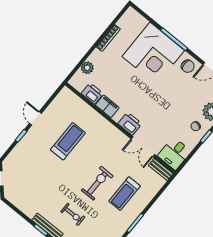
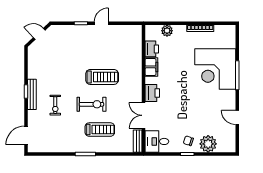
chair: (188, 66) -> (226, 101), removed
treadmill: (68, 141) -> (102, 77), moved
treadmill: (125, 194) -> (100, 130), turned 180

